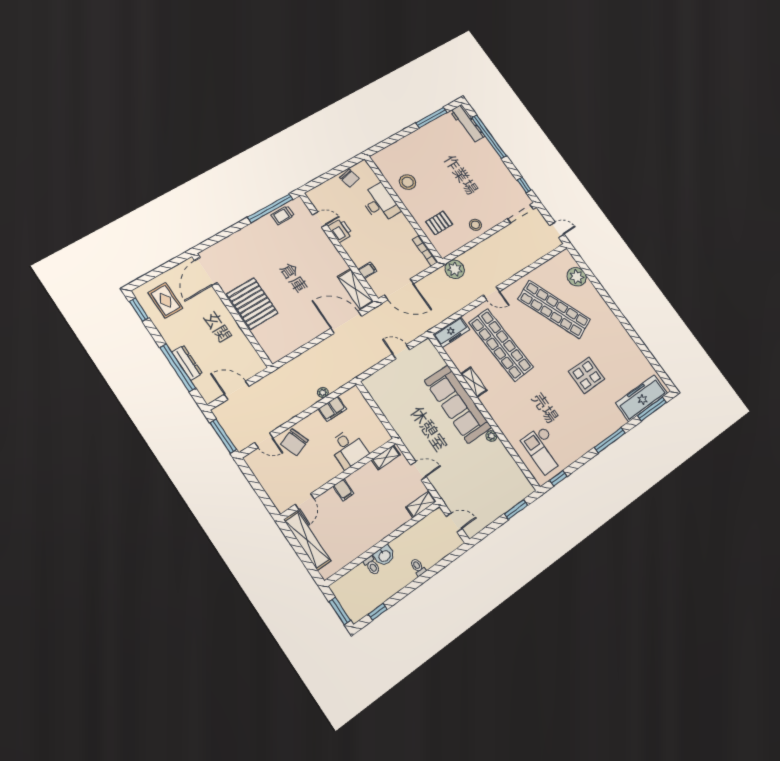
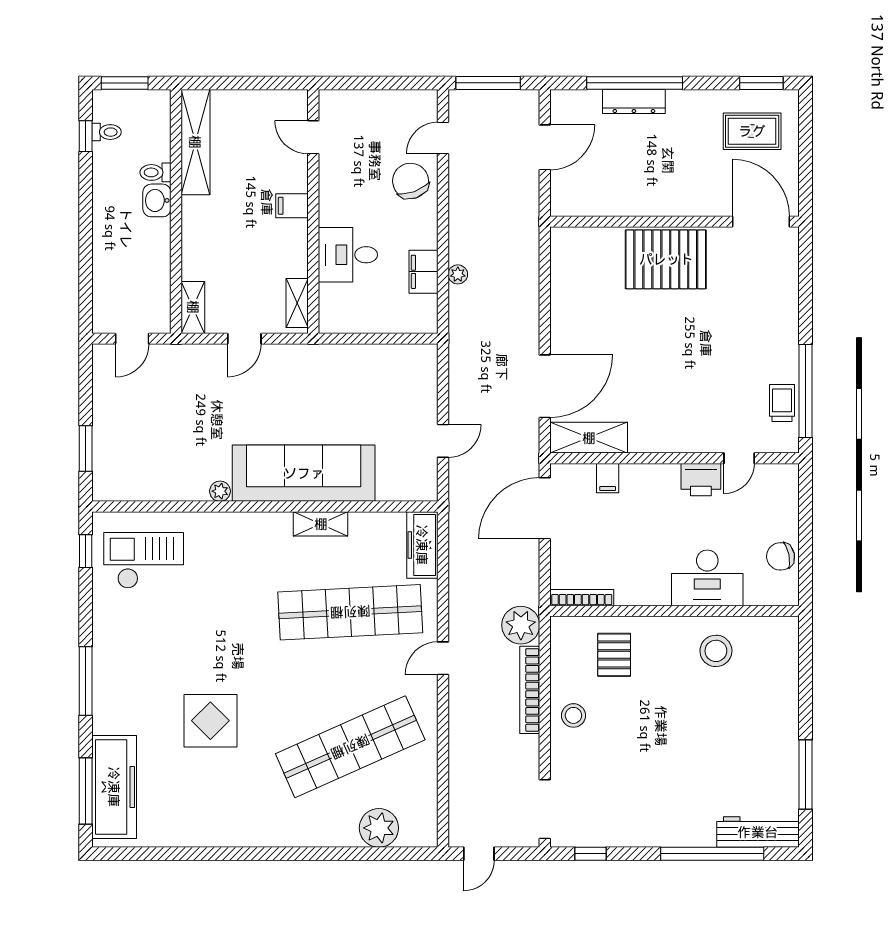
bookcase: (478, 249) -> (530, 690), added
shelving: (307, 540) -> (195, 142), moved, turned 90
toilet: (418, 567) -> (107, 132), moved

